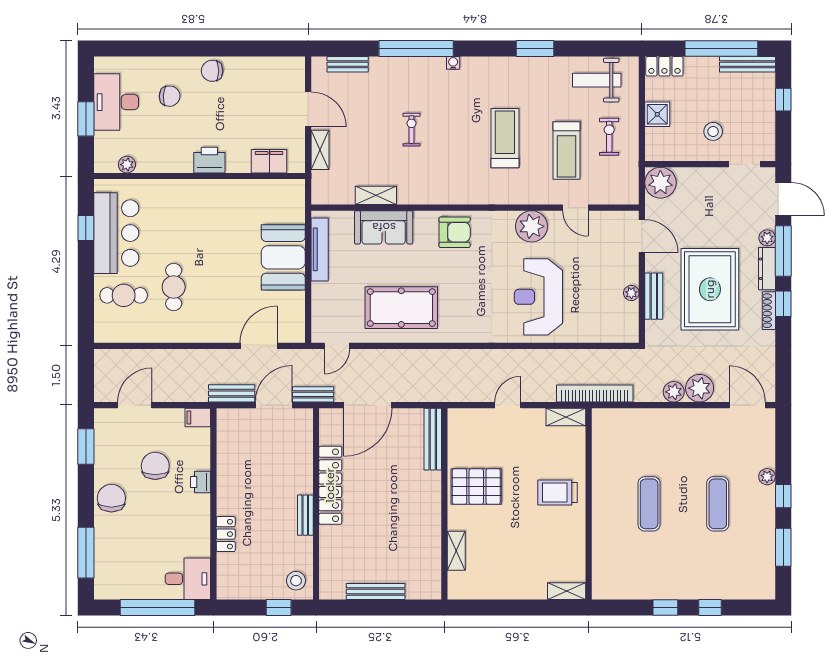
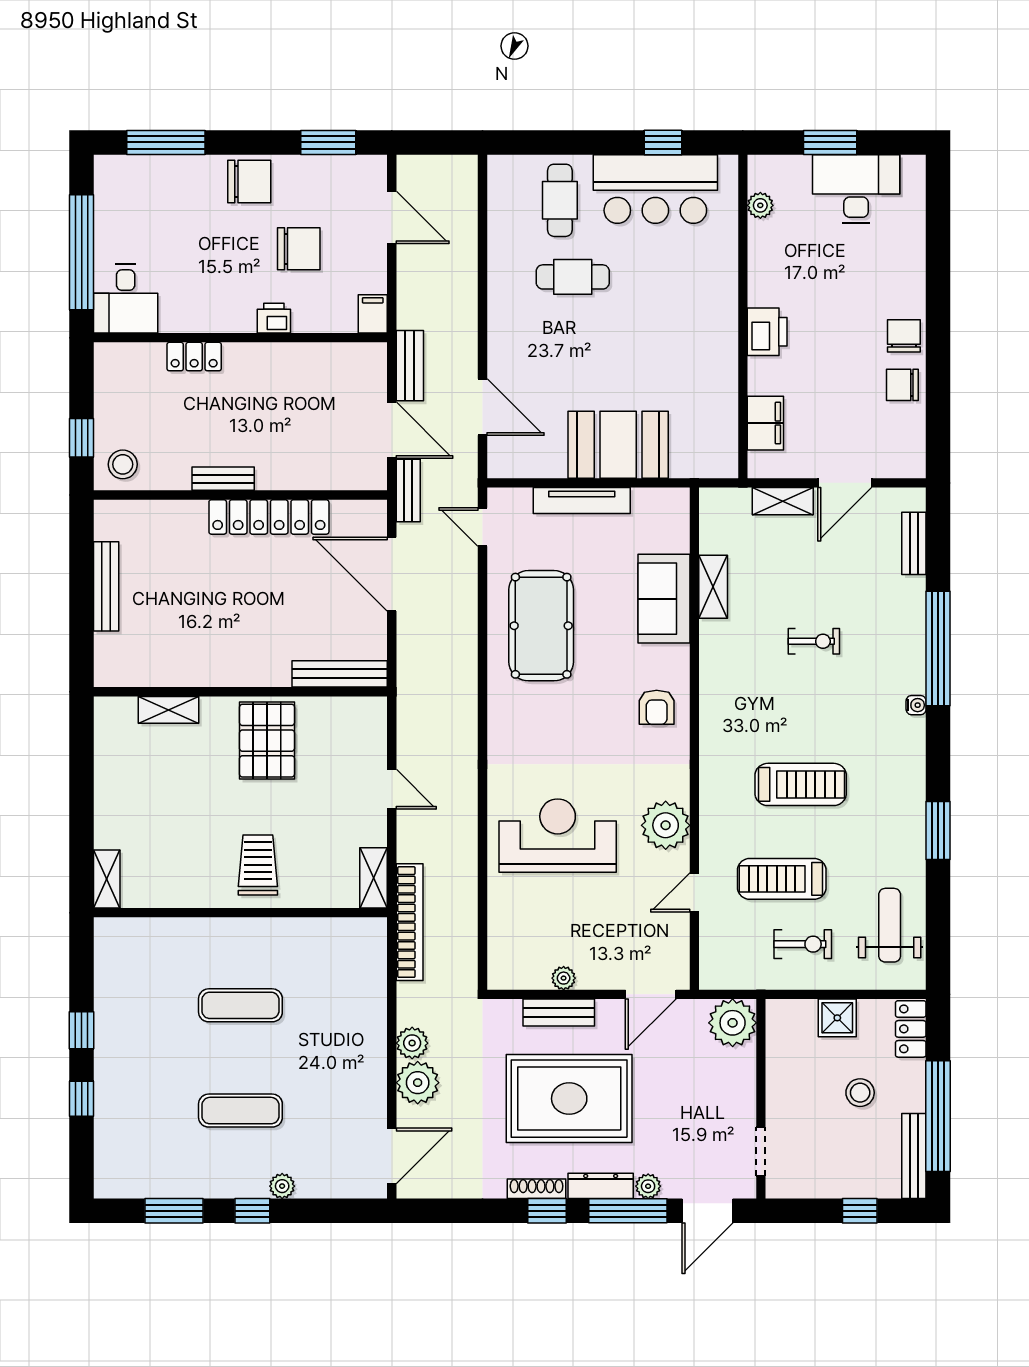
chair: (170, 96) -> (902, 385), moved, turned 87
stool: (713, 131) -> (860, 1093), moved
armchair: (455, 232) -> (657, 707), width x0.72, depth x0.72
tv unit: (320, 249) -> (582, 501), moved

